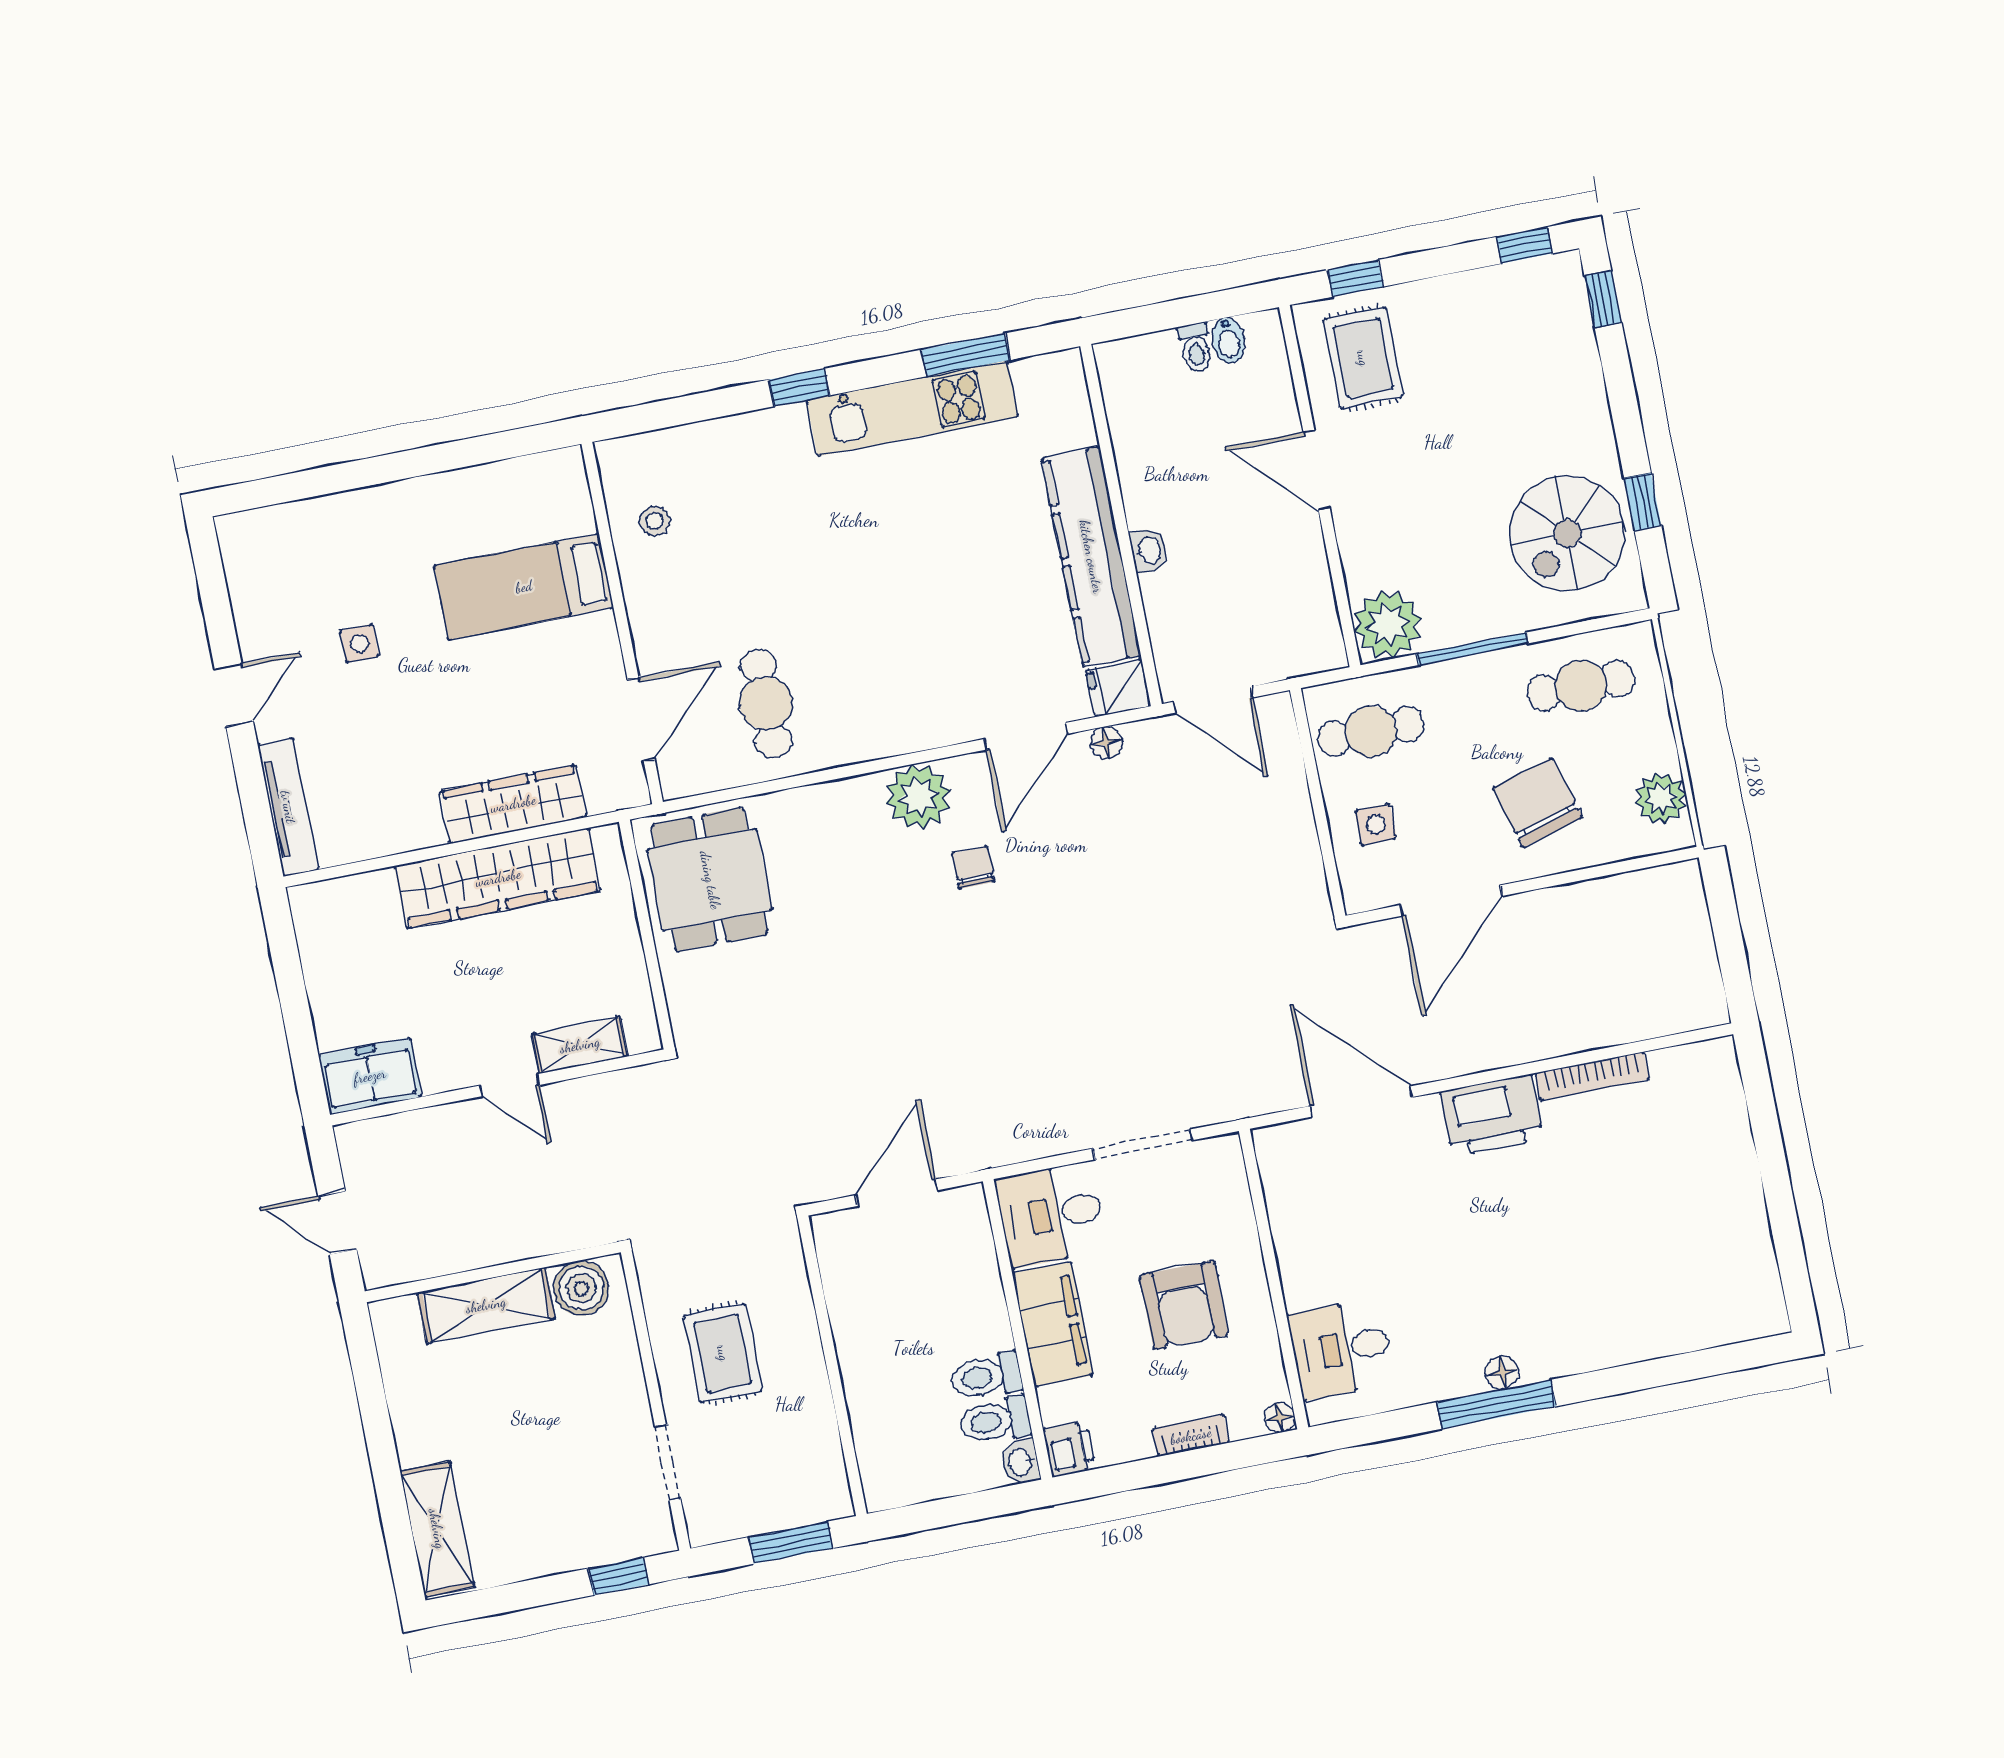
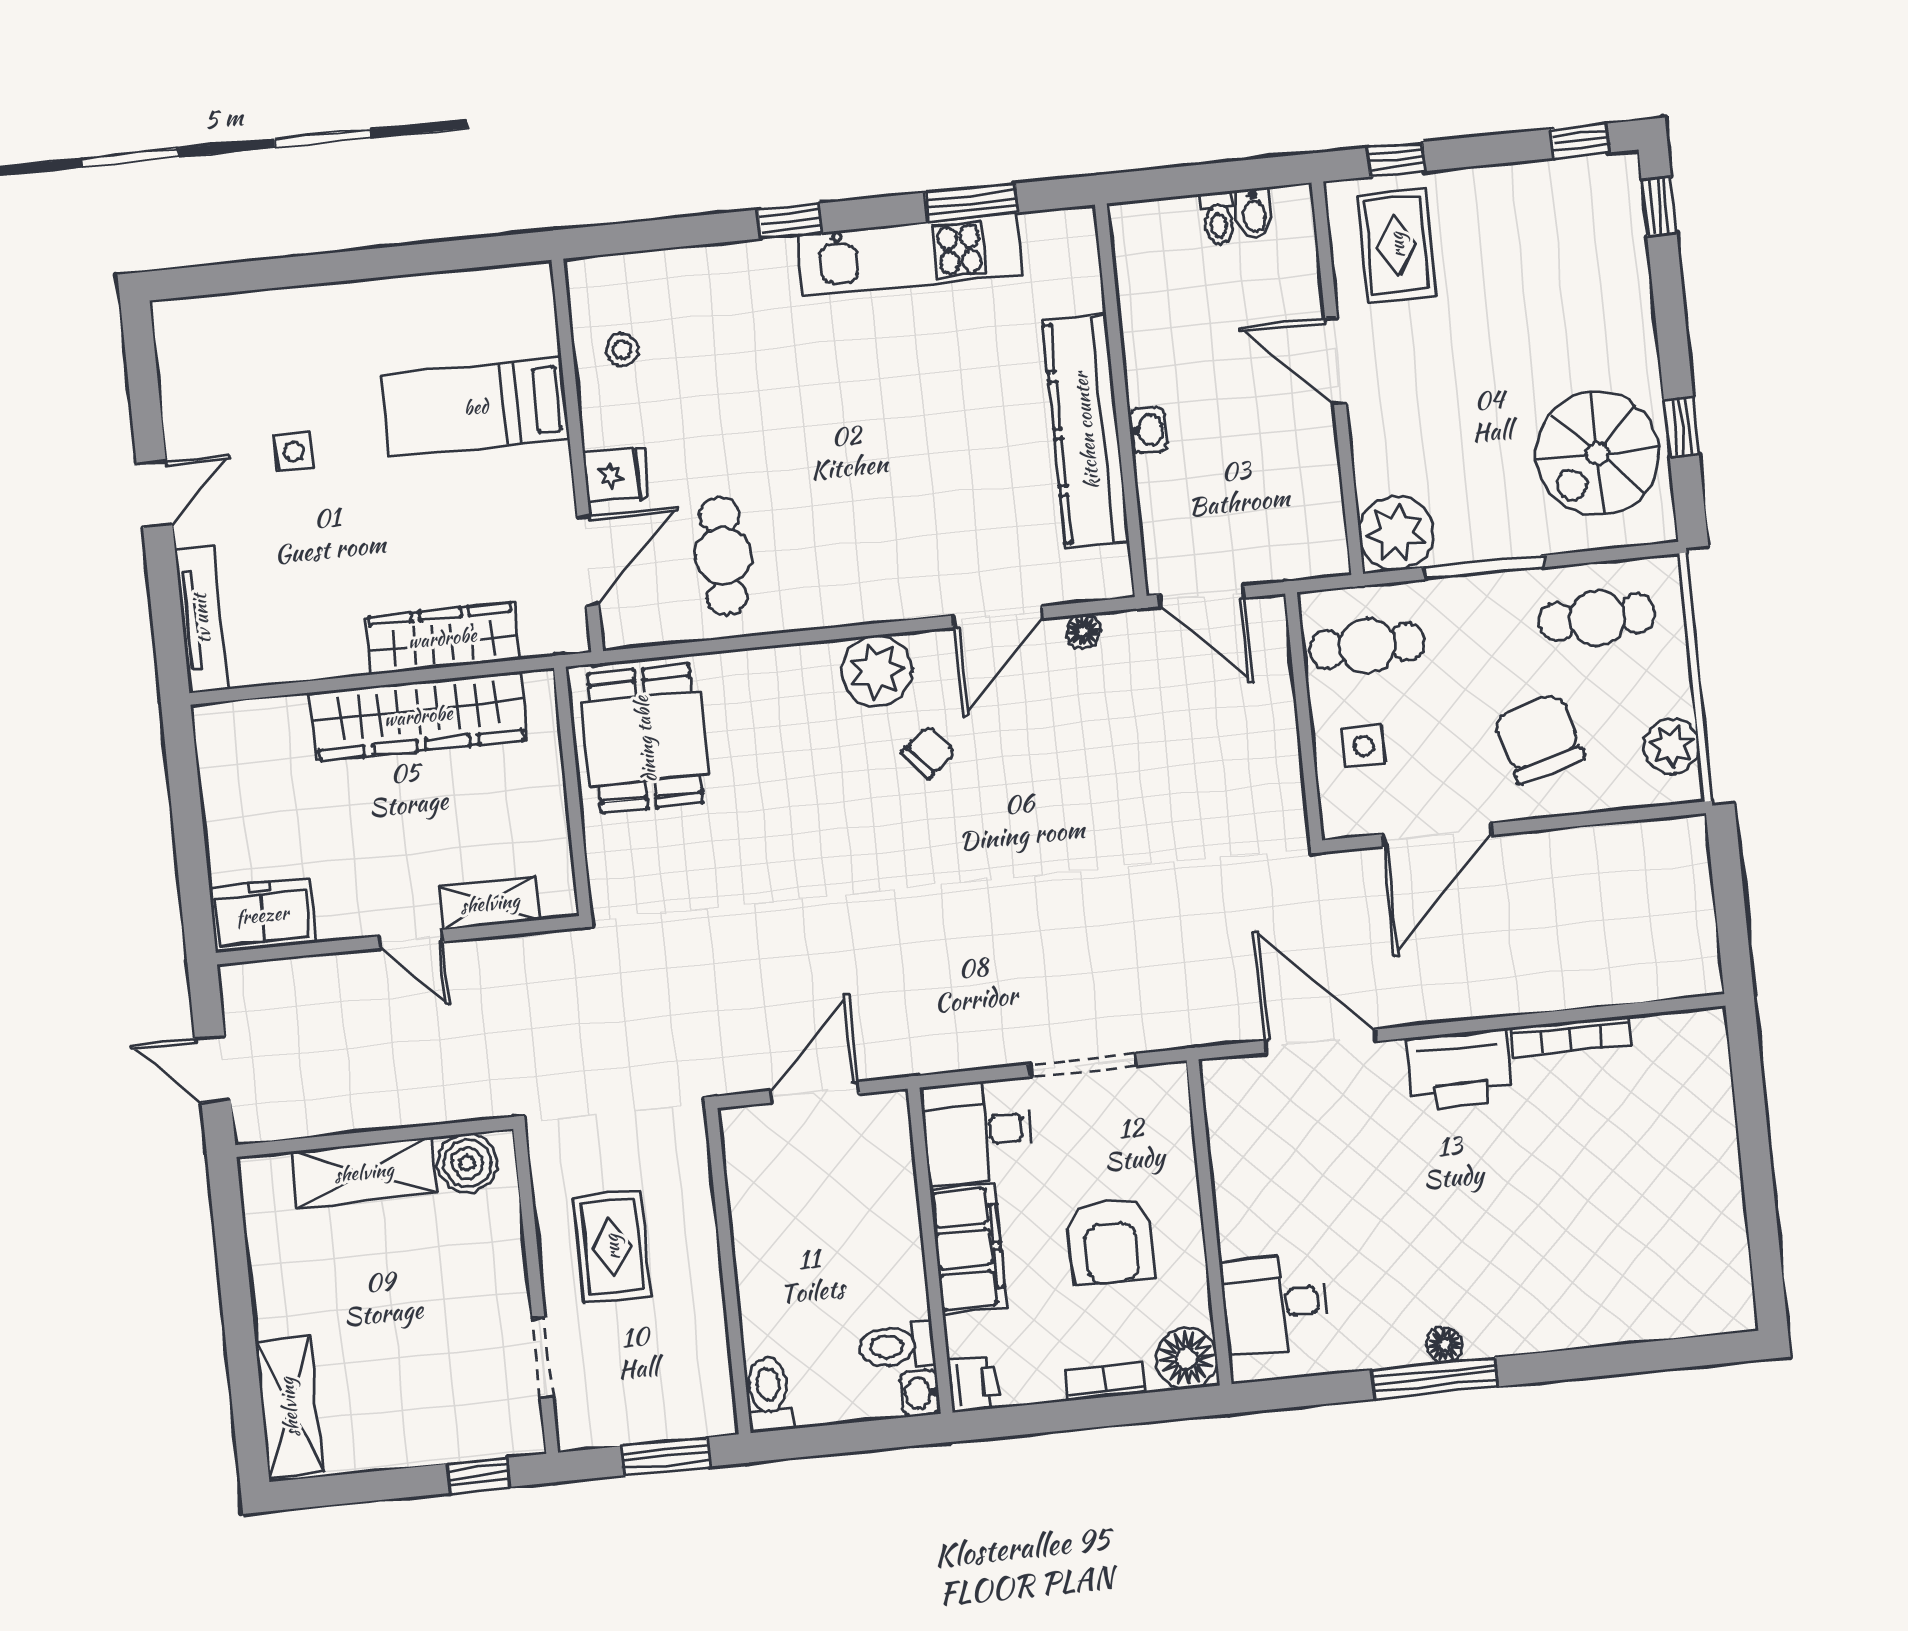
fridge: (1118, 688) -> (616, 475), moved, turned 180
chair: (973, 867) -> (928, 752), turned 51
toilet: (986, 1376) -> (769, 1394), moved, turned 90
floor lamp: (1280, 1418) -> (1186, 1358), width x1.89, depth x1.89

